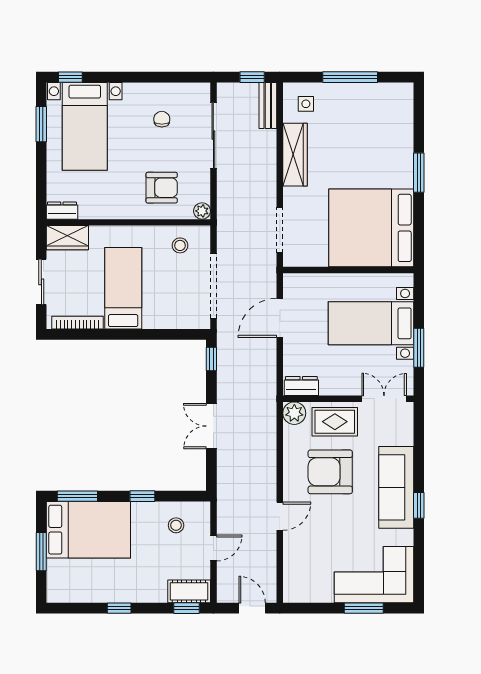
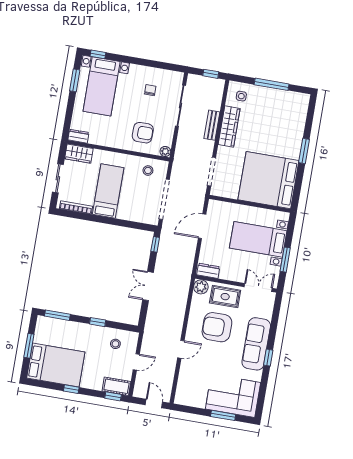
bench: (268, 105) -> (212, 125), moved
bed: (88, 530) -> (56, 365), moved

